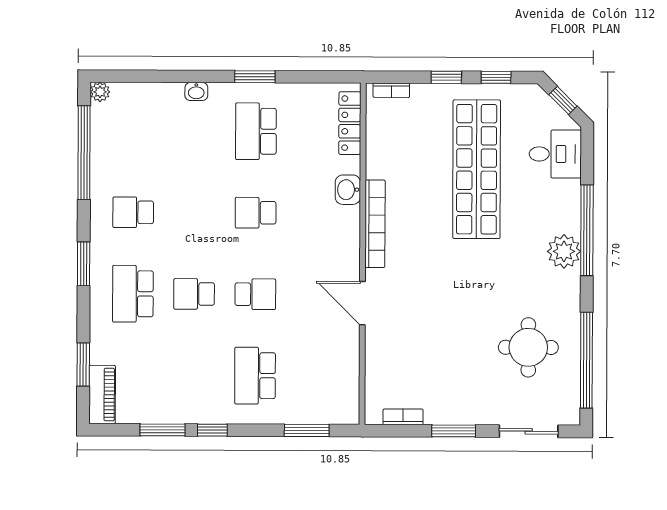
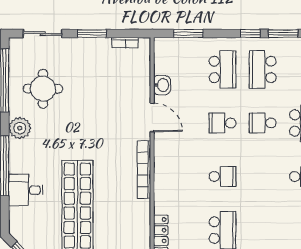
desk: (555, 154) -> (26, 190), moved
washbasin: (348, 190) -> (162, 85), moved
plant: (564, 251) -> (20, 128), moved
school desk: (194, 294) -> (263, 123), turned 180
school desk: (194, 375) -> (263, 69), added

